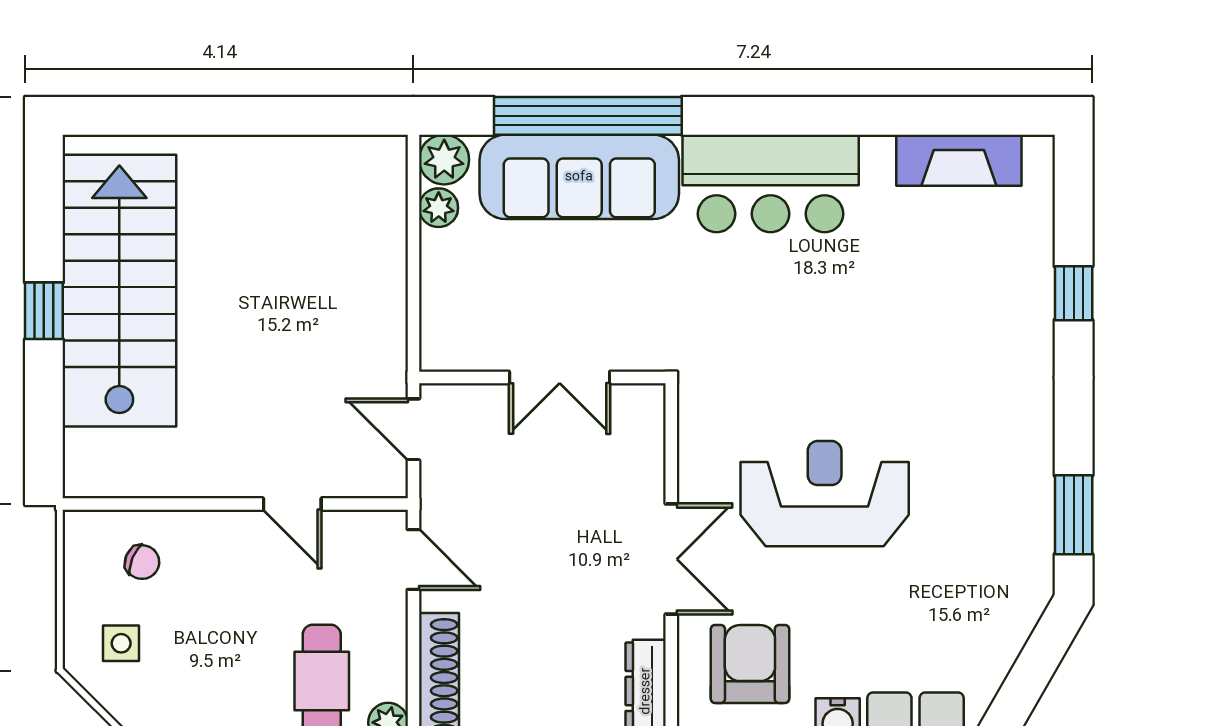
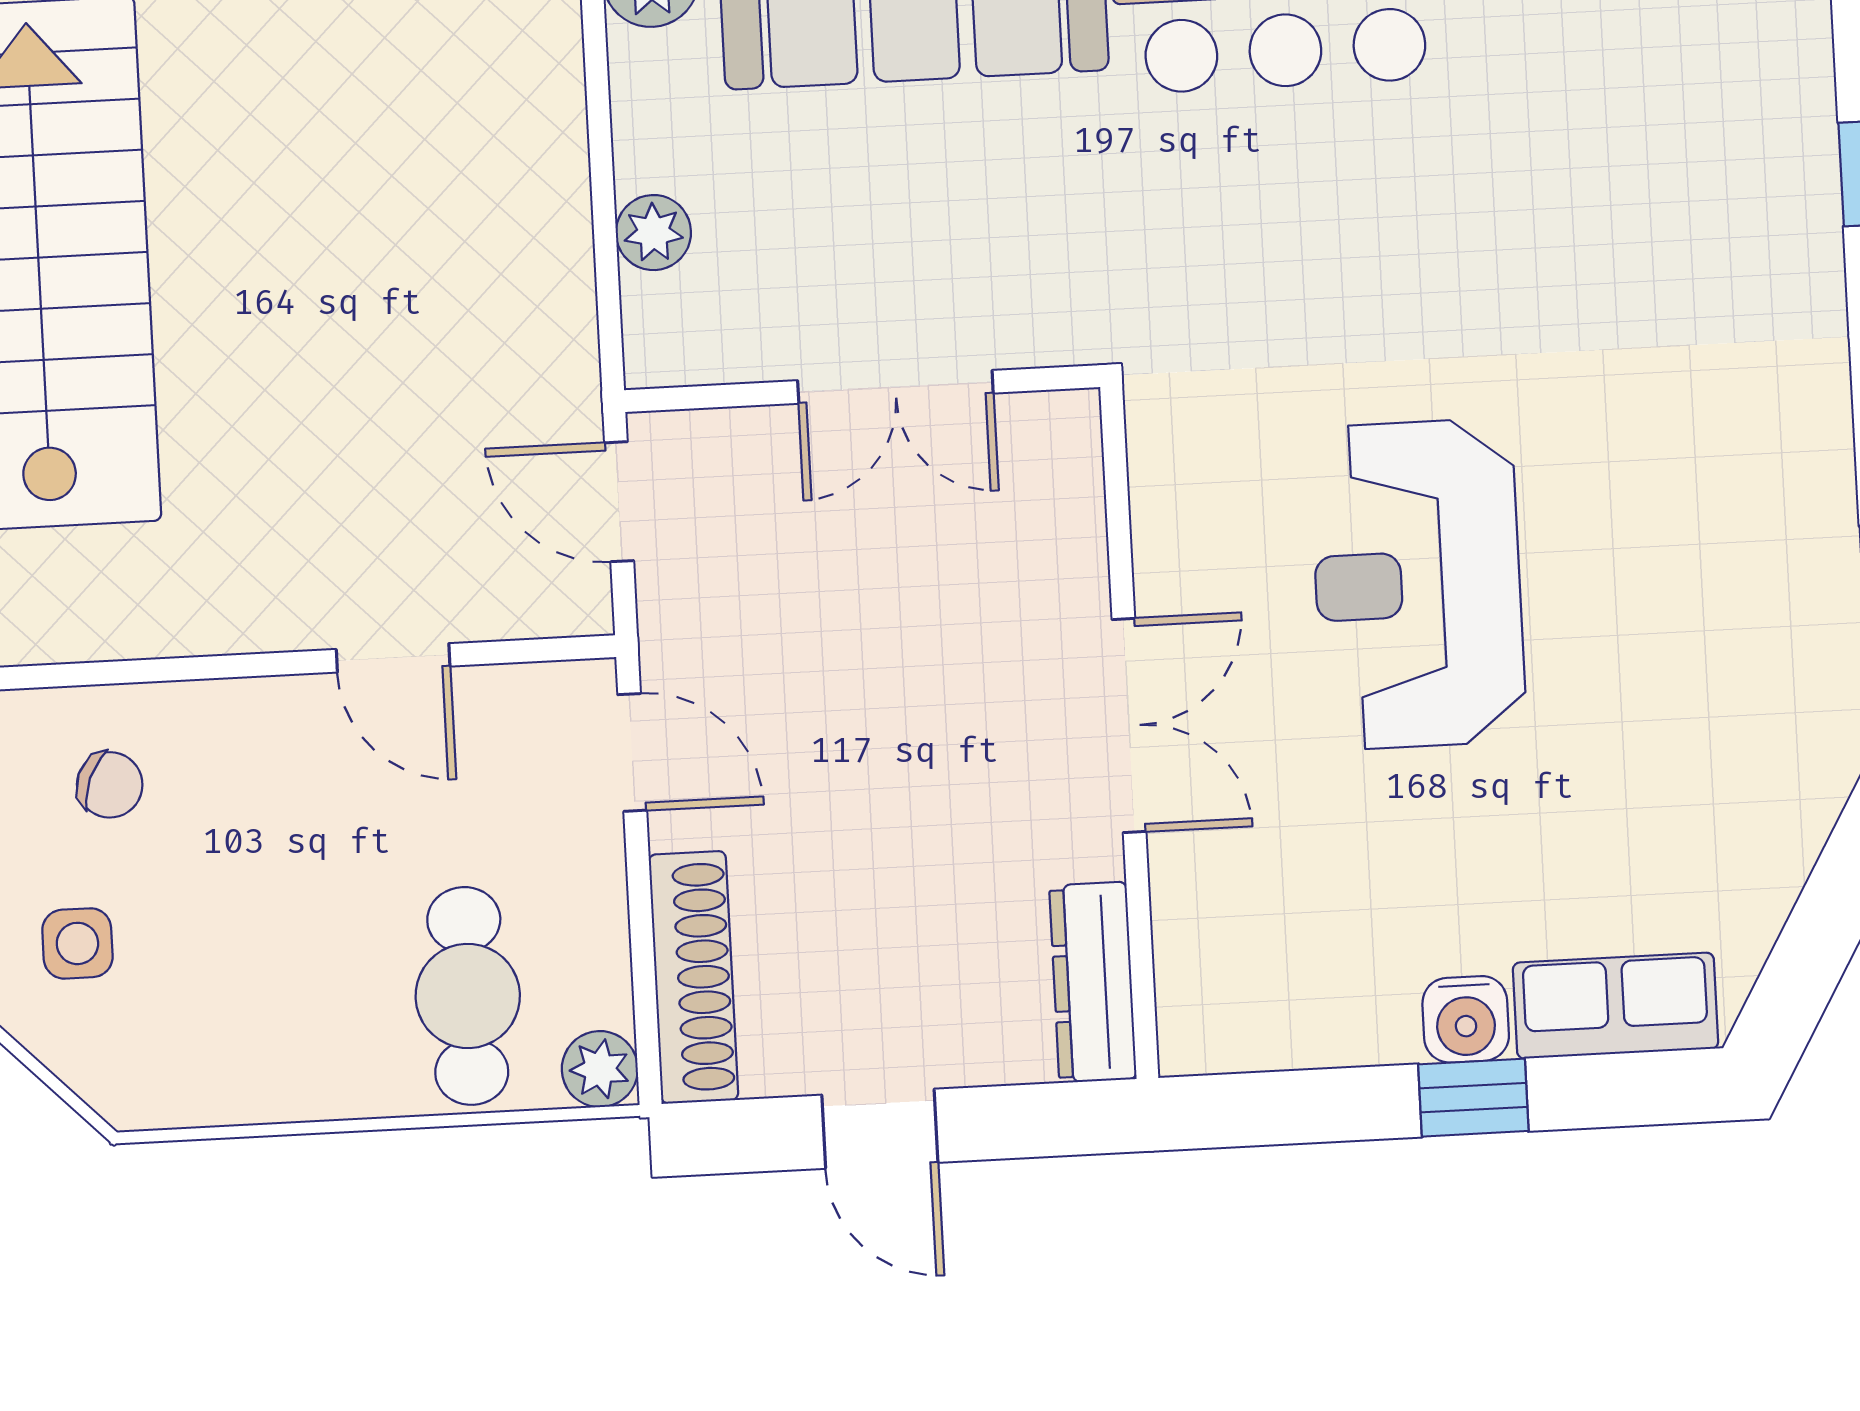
plant: (439, 208) -> (653, 233), moved
reception desk: (825, 494) -> (1418, 584), turned -90
armchair: (750, 664) -> (1291, 920), removed

